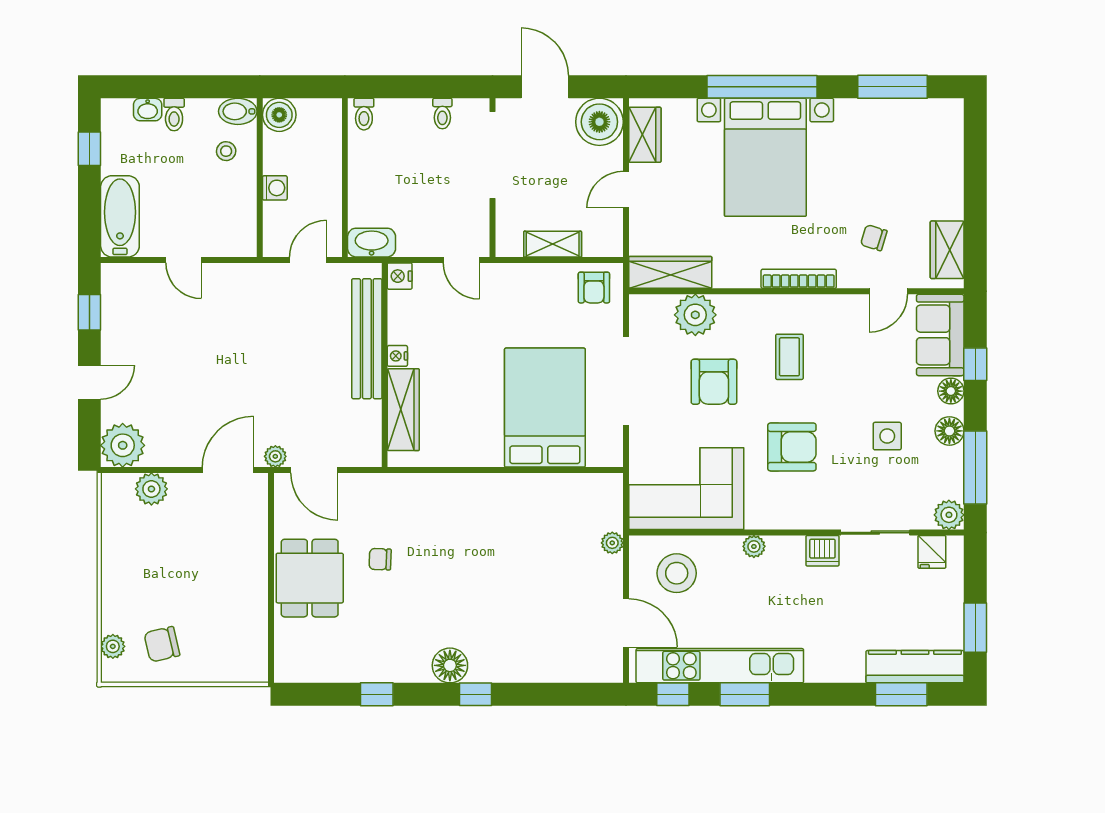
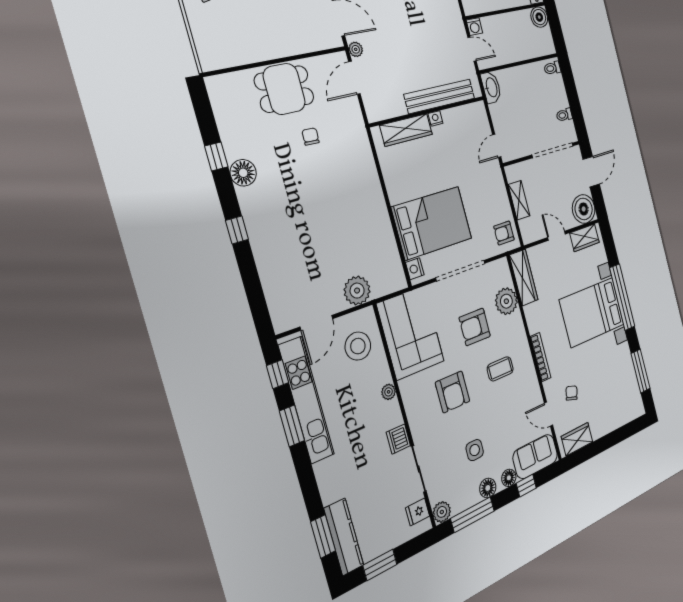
washing machine: (275, 188) -> (474, 27), moved
nightstand: (400, 276) -> (415, 269), moved, turned -90
plant: (612, 543) -> (357, 291), width x1.88, depth x1.88
floor lamp: (450, 665) -> (243, 173), moved

